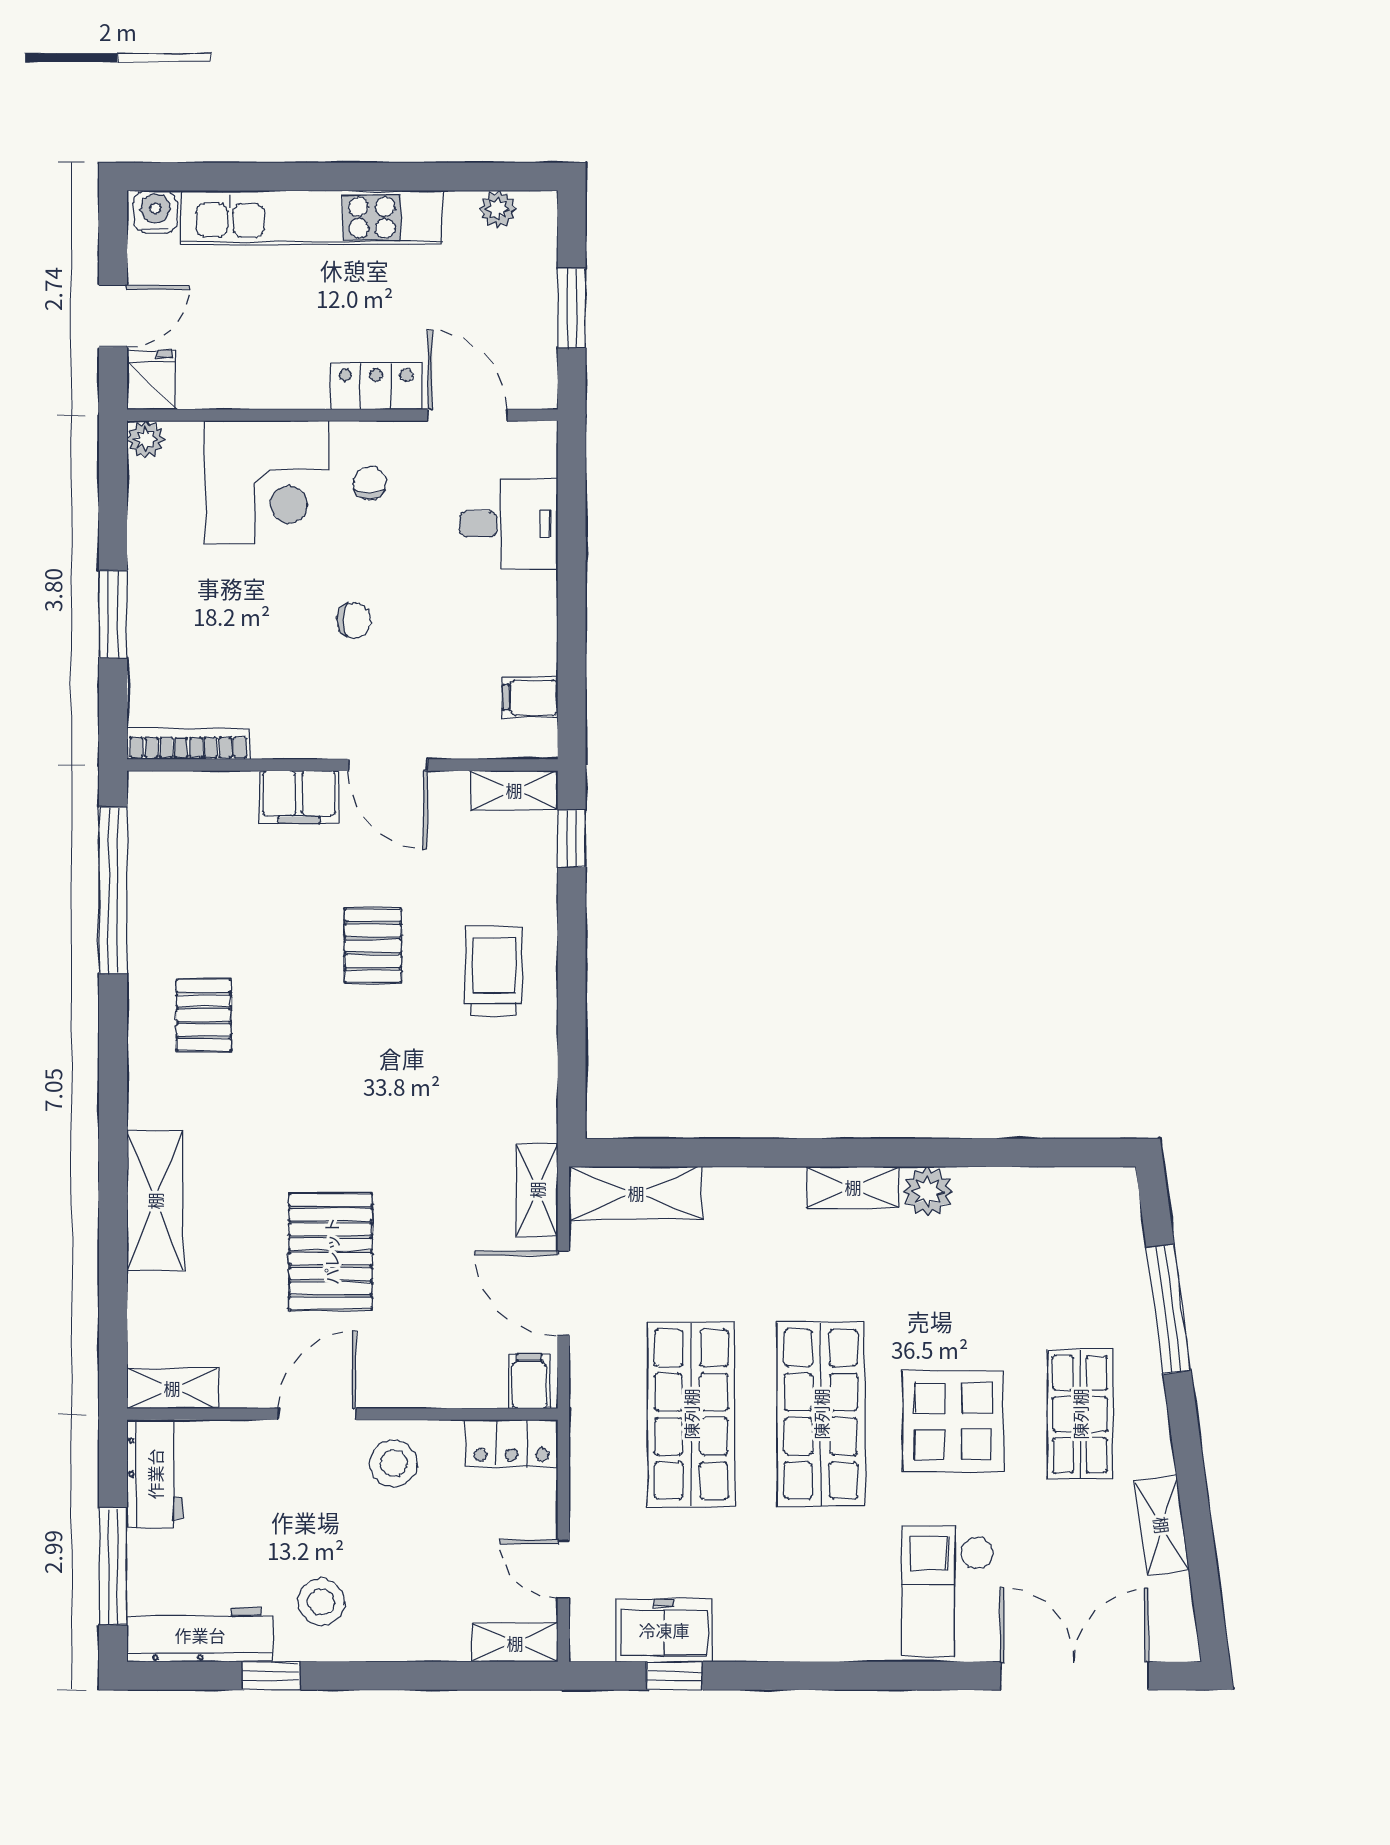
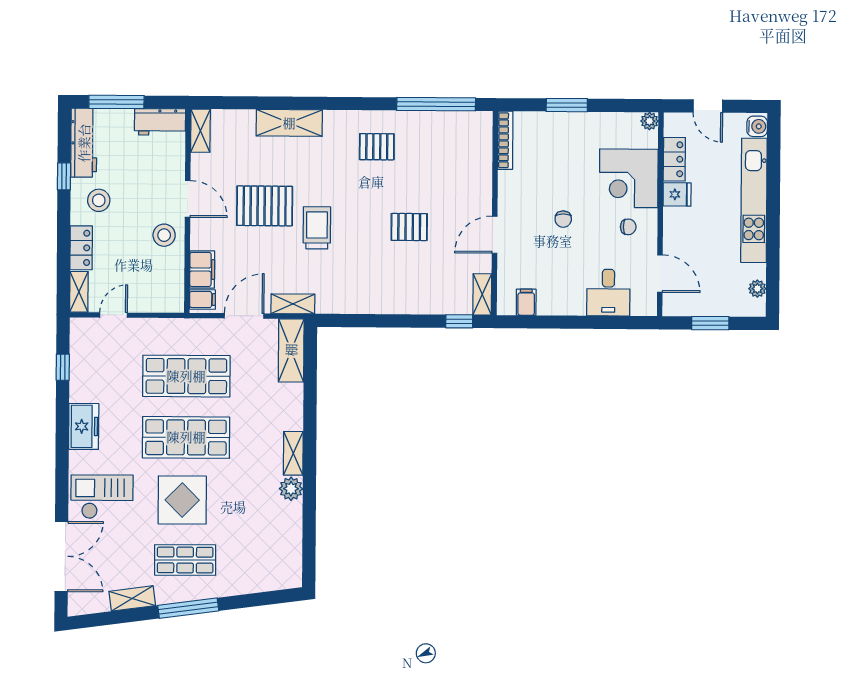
fridge: (152, 380) -> (677, 194), moved
locker: (376, 386) -> (674, 159), moved
door: (468, 415) -> (660, 274), hinge flipped
filing cabinet: (299, 797) -> (202, 269), moved, turned 180
trolley: (494, 971) -> (317, 228), moved, turned -90
window: (1169, 1309) -> (188, 608), moved
locker: (511, 1443) -> (81, 248), moved, turned 180
freezer: (664, 1630) -> (84, 426), moved

